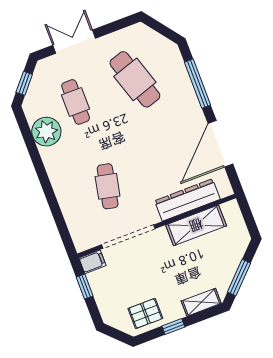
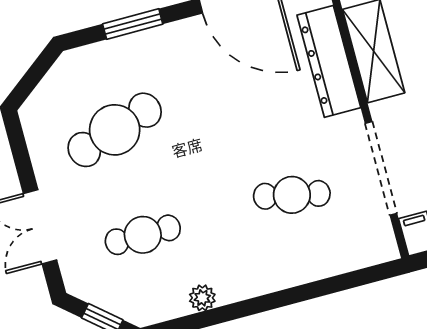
window: (198, 84) -> (133, 24), width x0.69
plant: (46, 132) -> (202, 298), width x0.53, depth x0.53

